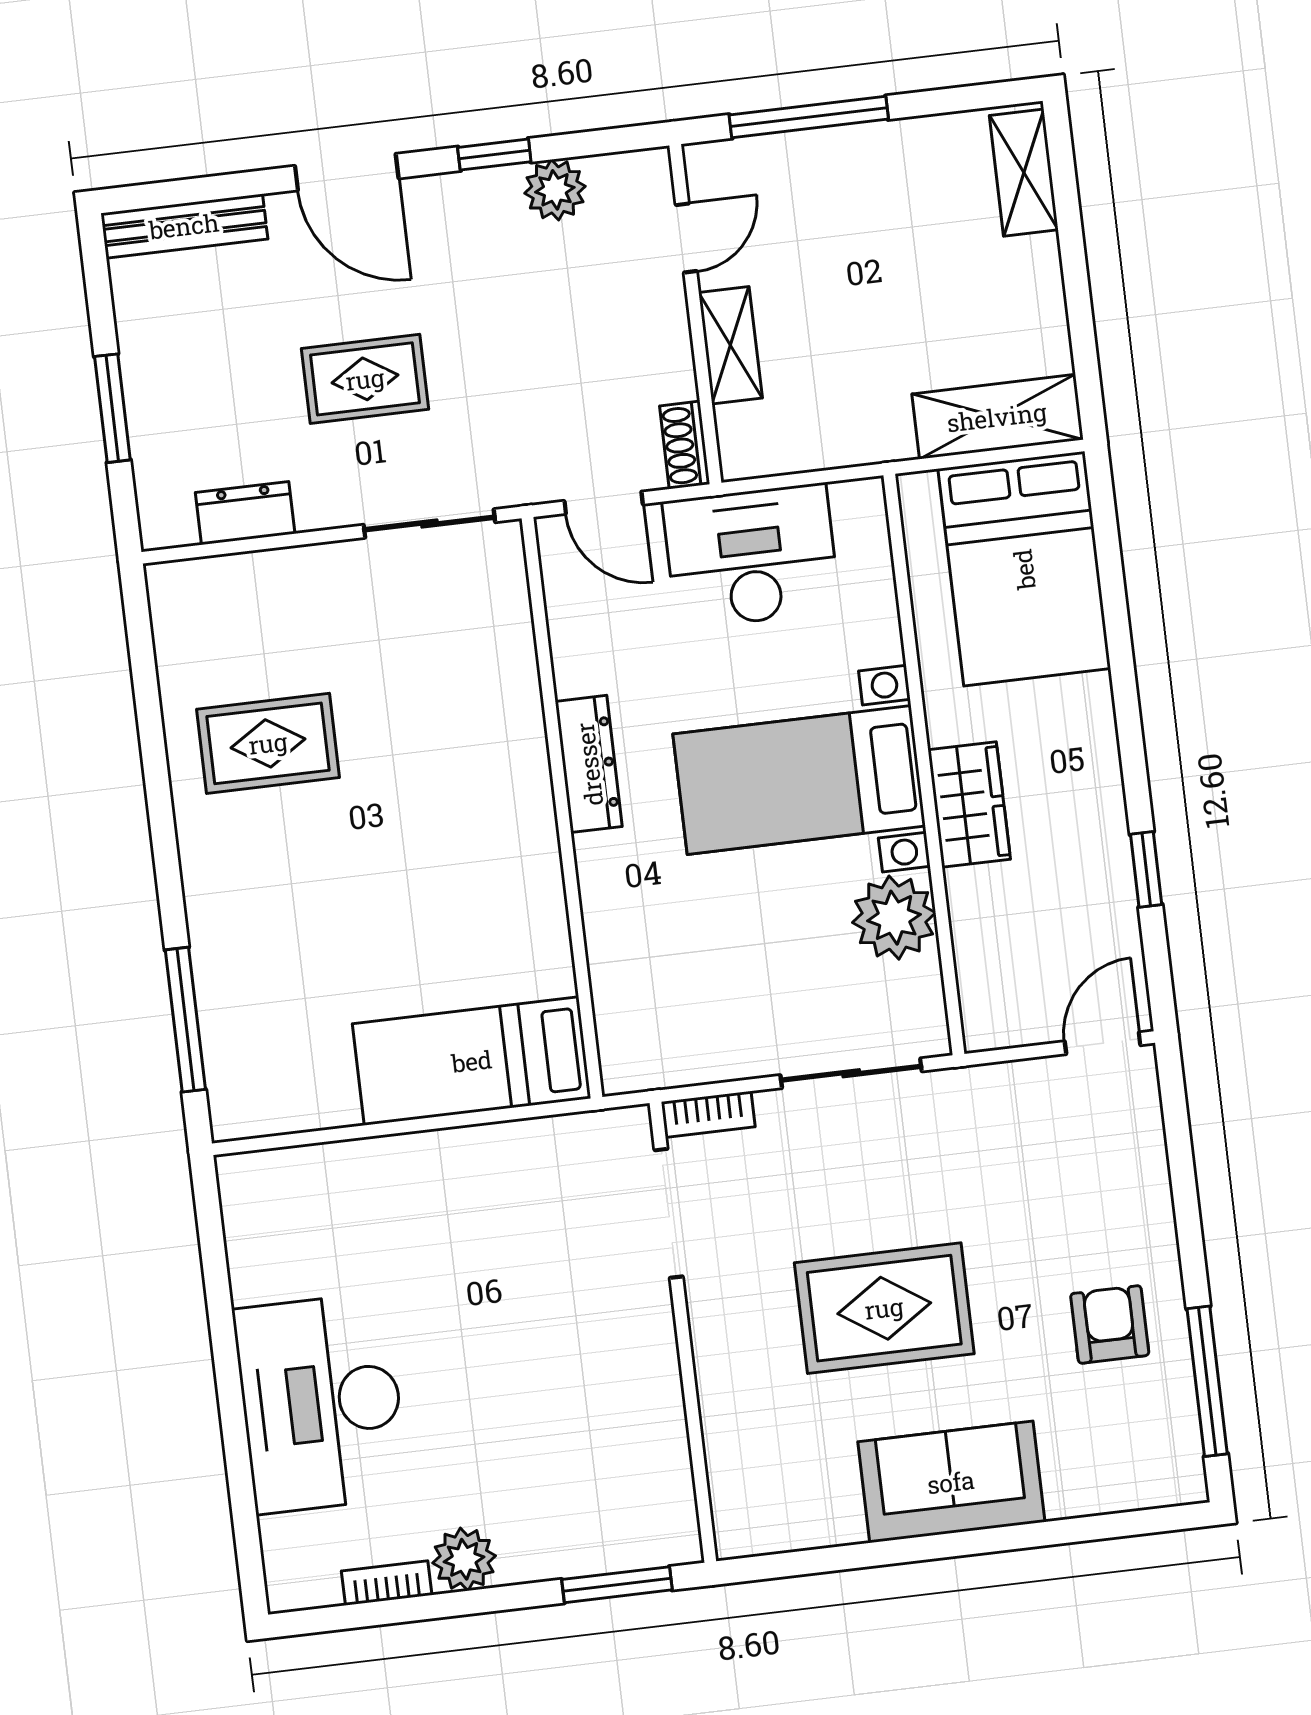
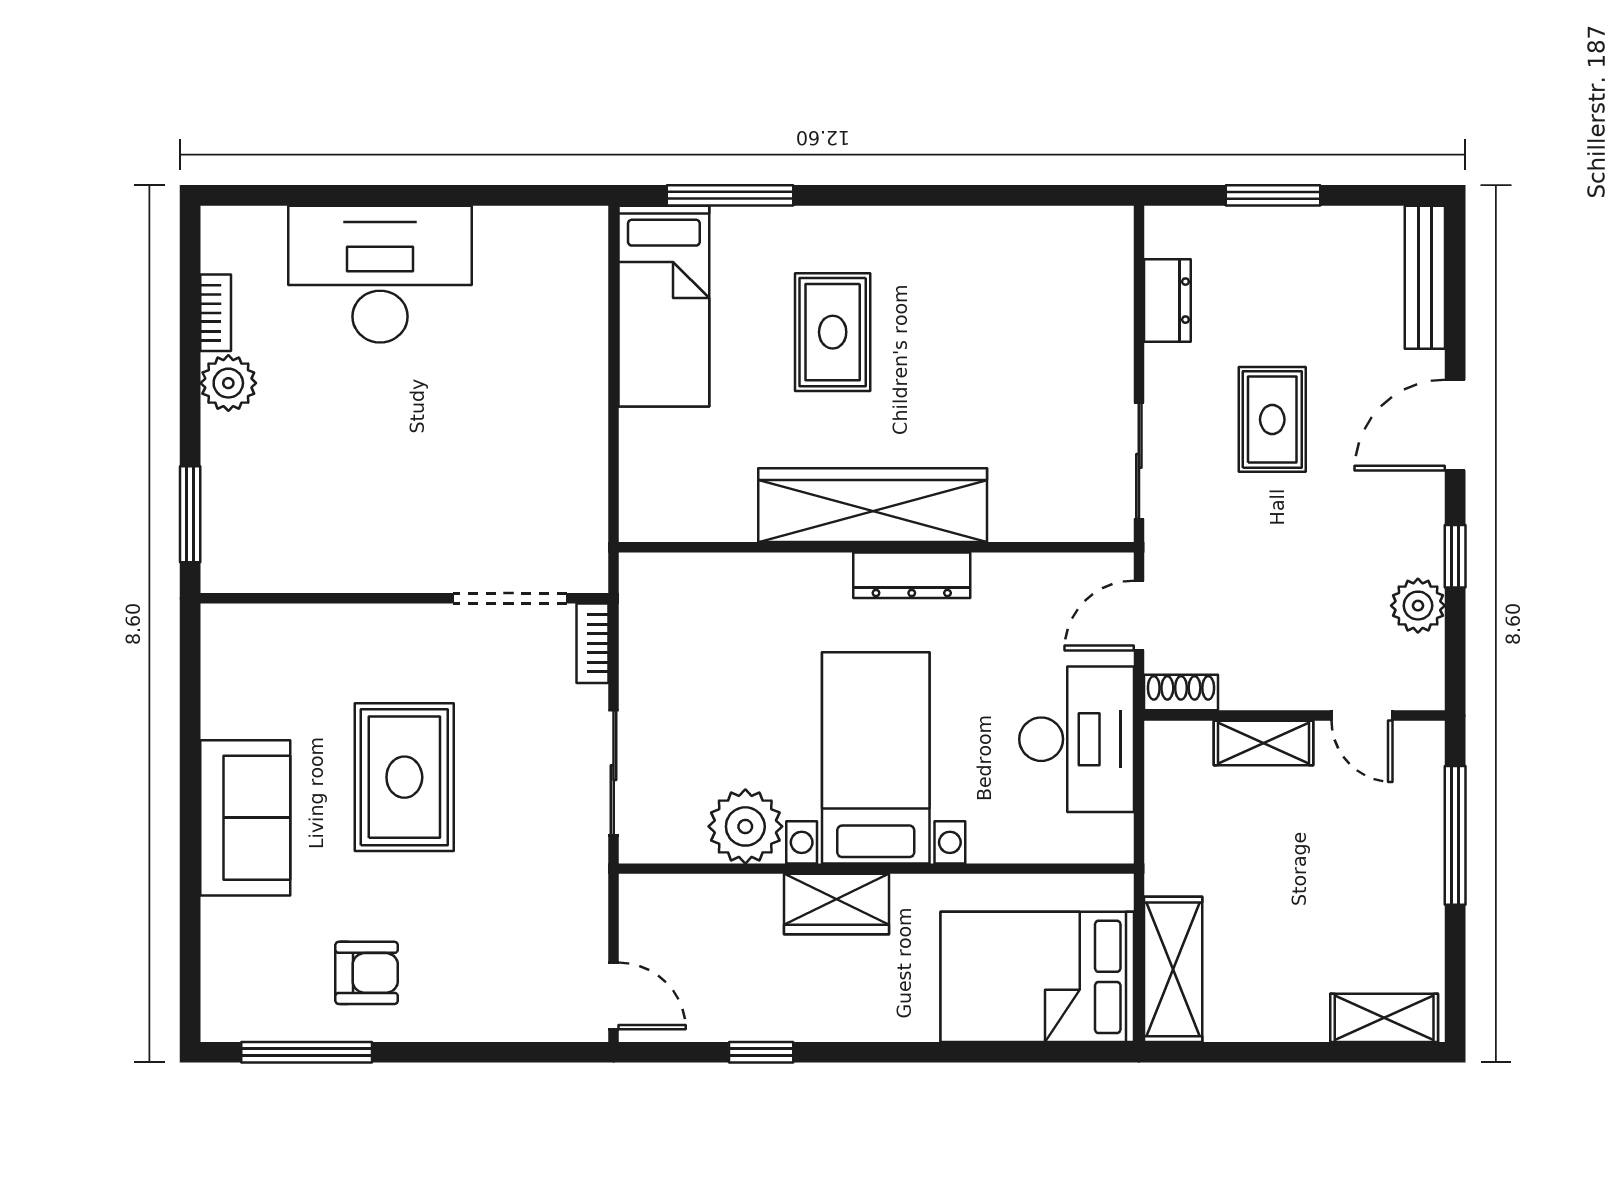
rug: (268, 743) -> (833, 332), moved
wardrobe: (515, 817) -> (873, 505), added
bed: (472, 1061) -> (664, 306), moved, turned 180

